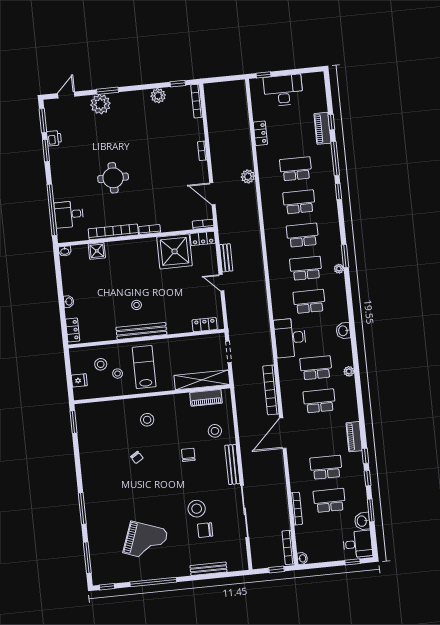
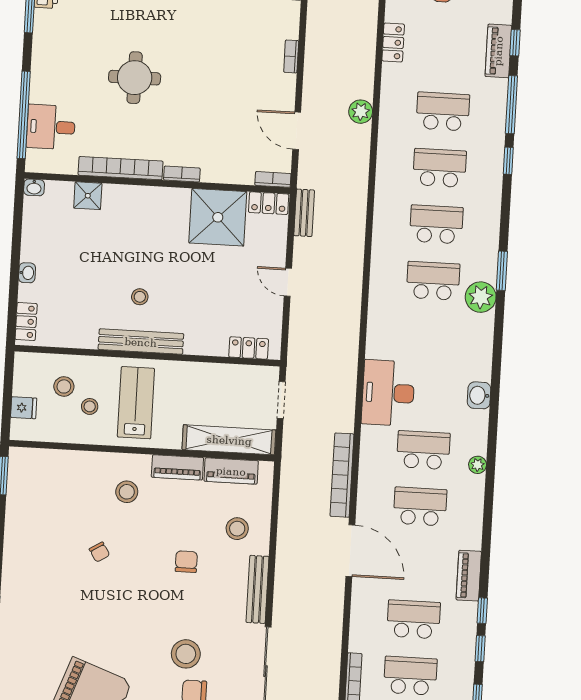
bench: (226, 258) -> (304, 213), moved
plant: (339, 269) -> (481, 297), width x1.88, depth x1.88
school desk: (309, 301) -> (430, 337), removed
piano: (174, 401) -> (177, 467), added
door: (283, 433) -> (350, 551), swing flipped

